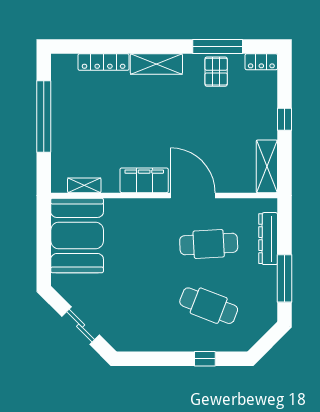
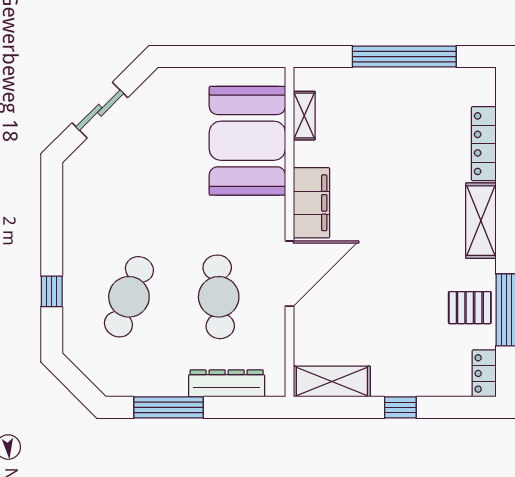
booth: (77, 235) -> (247, 141), moved, turned 90

